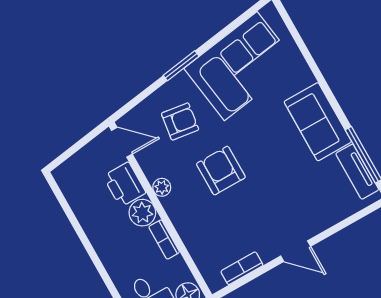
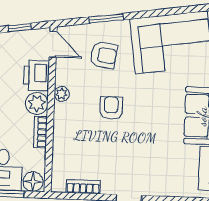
window: (181, 66) -> (106, 18), moved
window: (78, 146) -> (20, 28), added
armchair: (221, 171) -> (111, 108), width x0.72, depth x0.72

